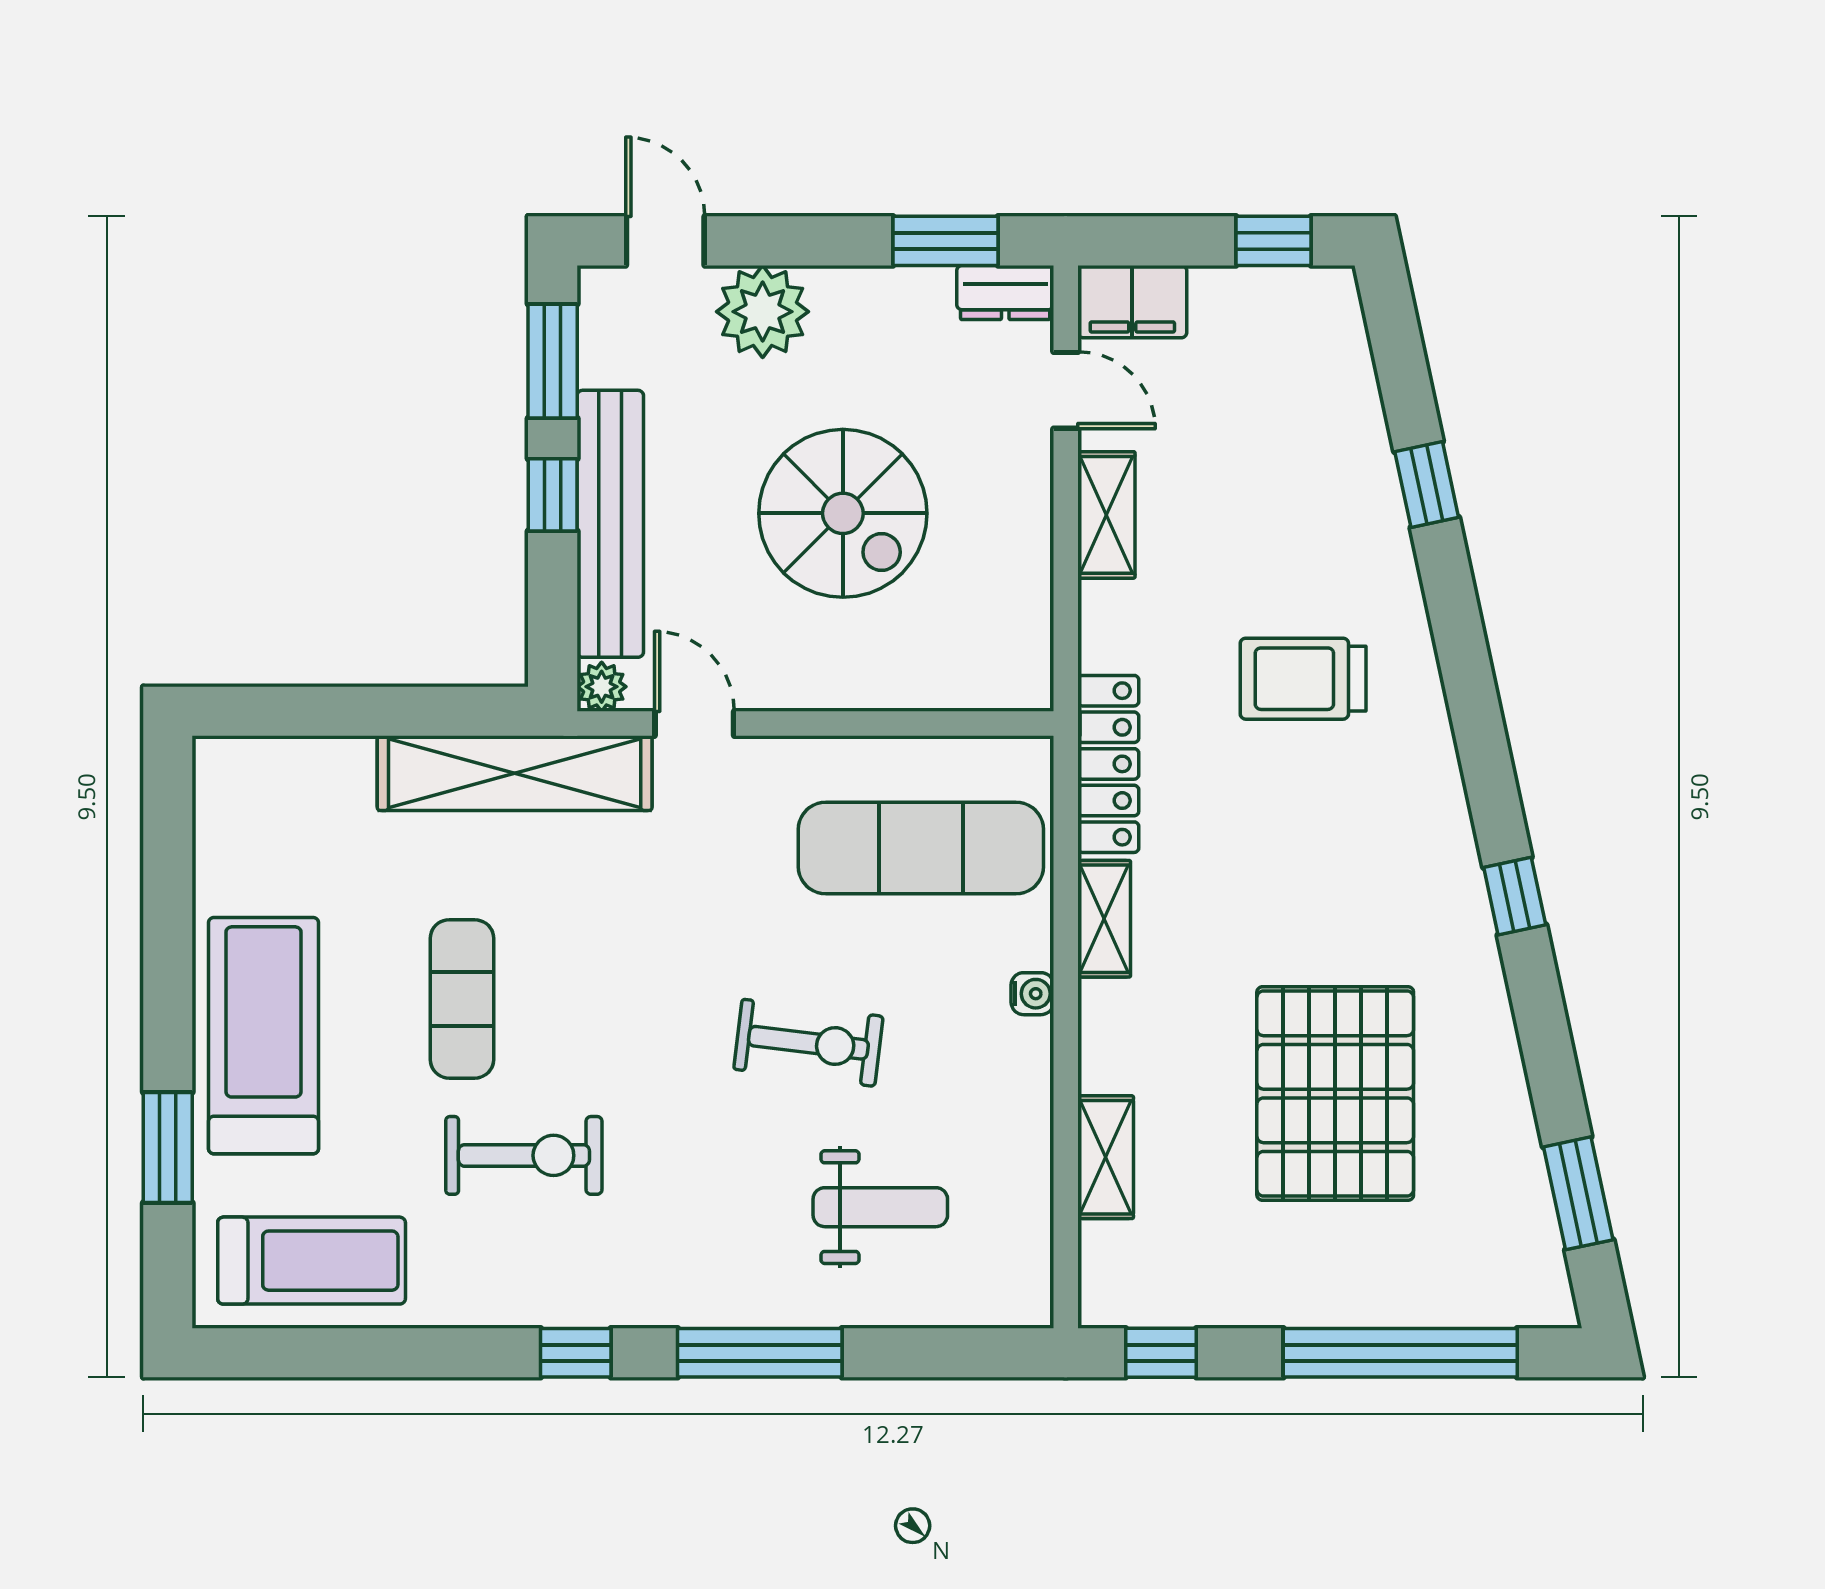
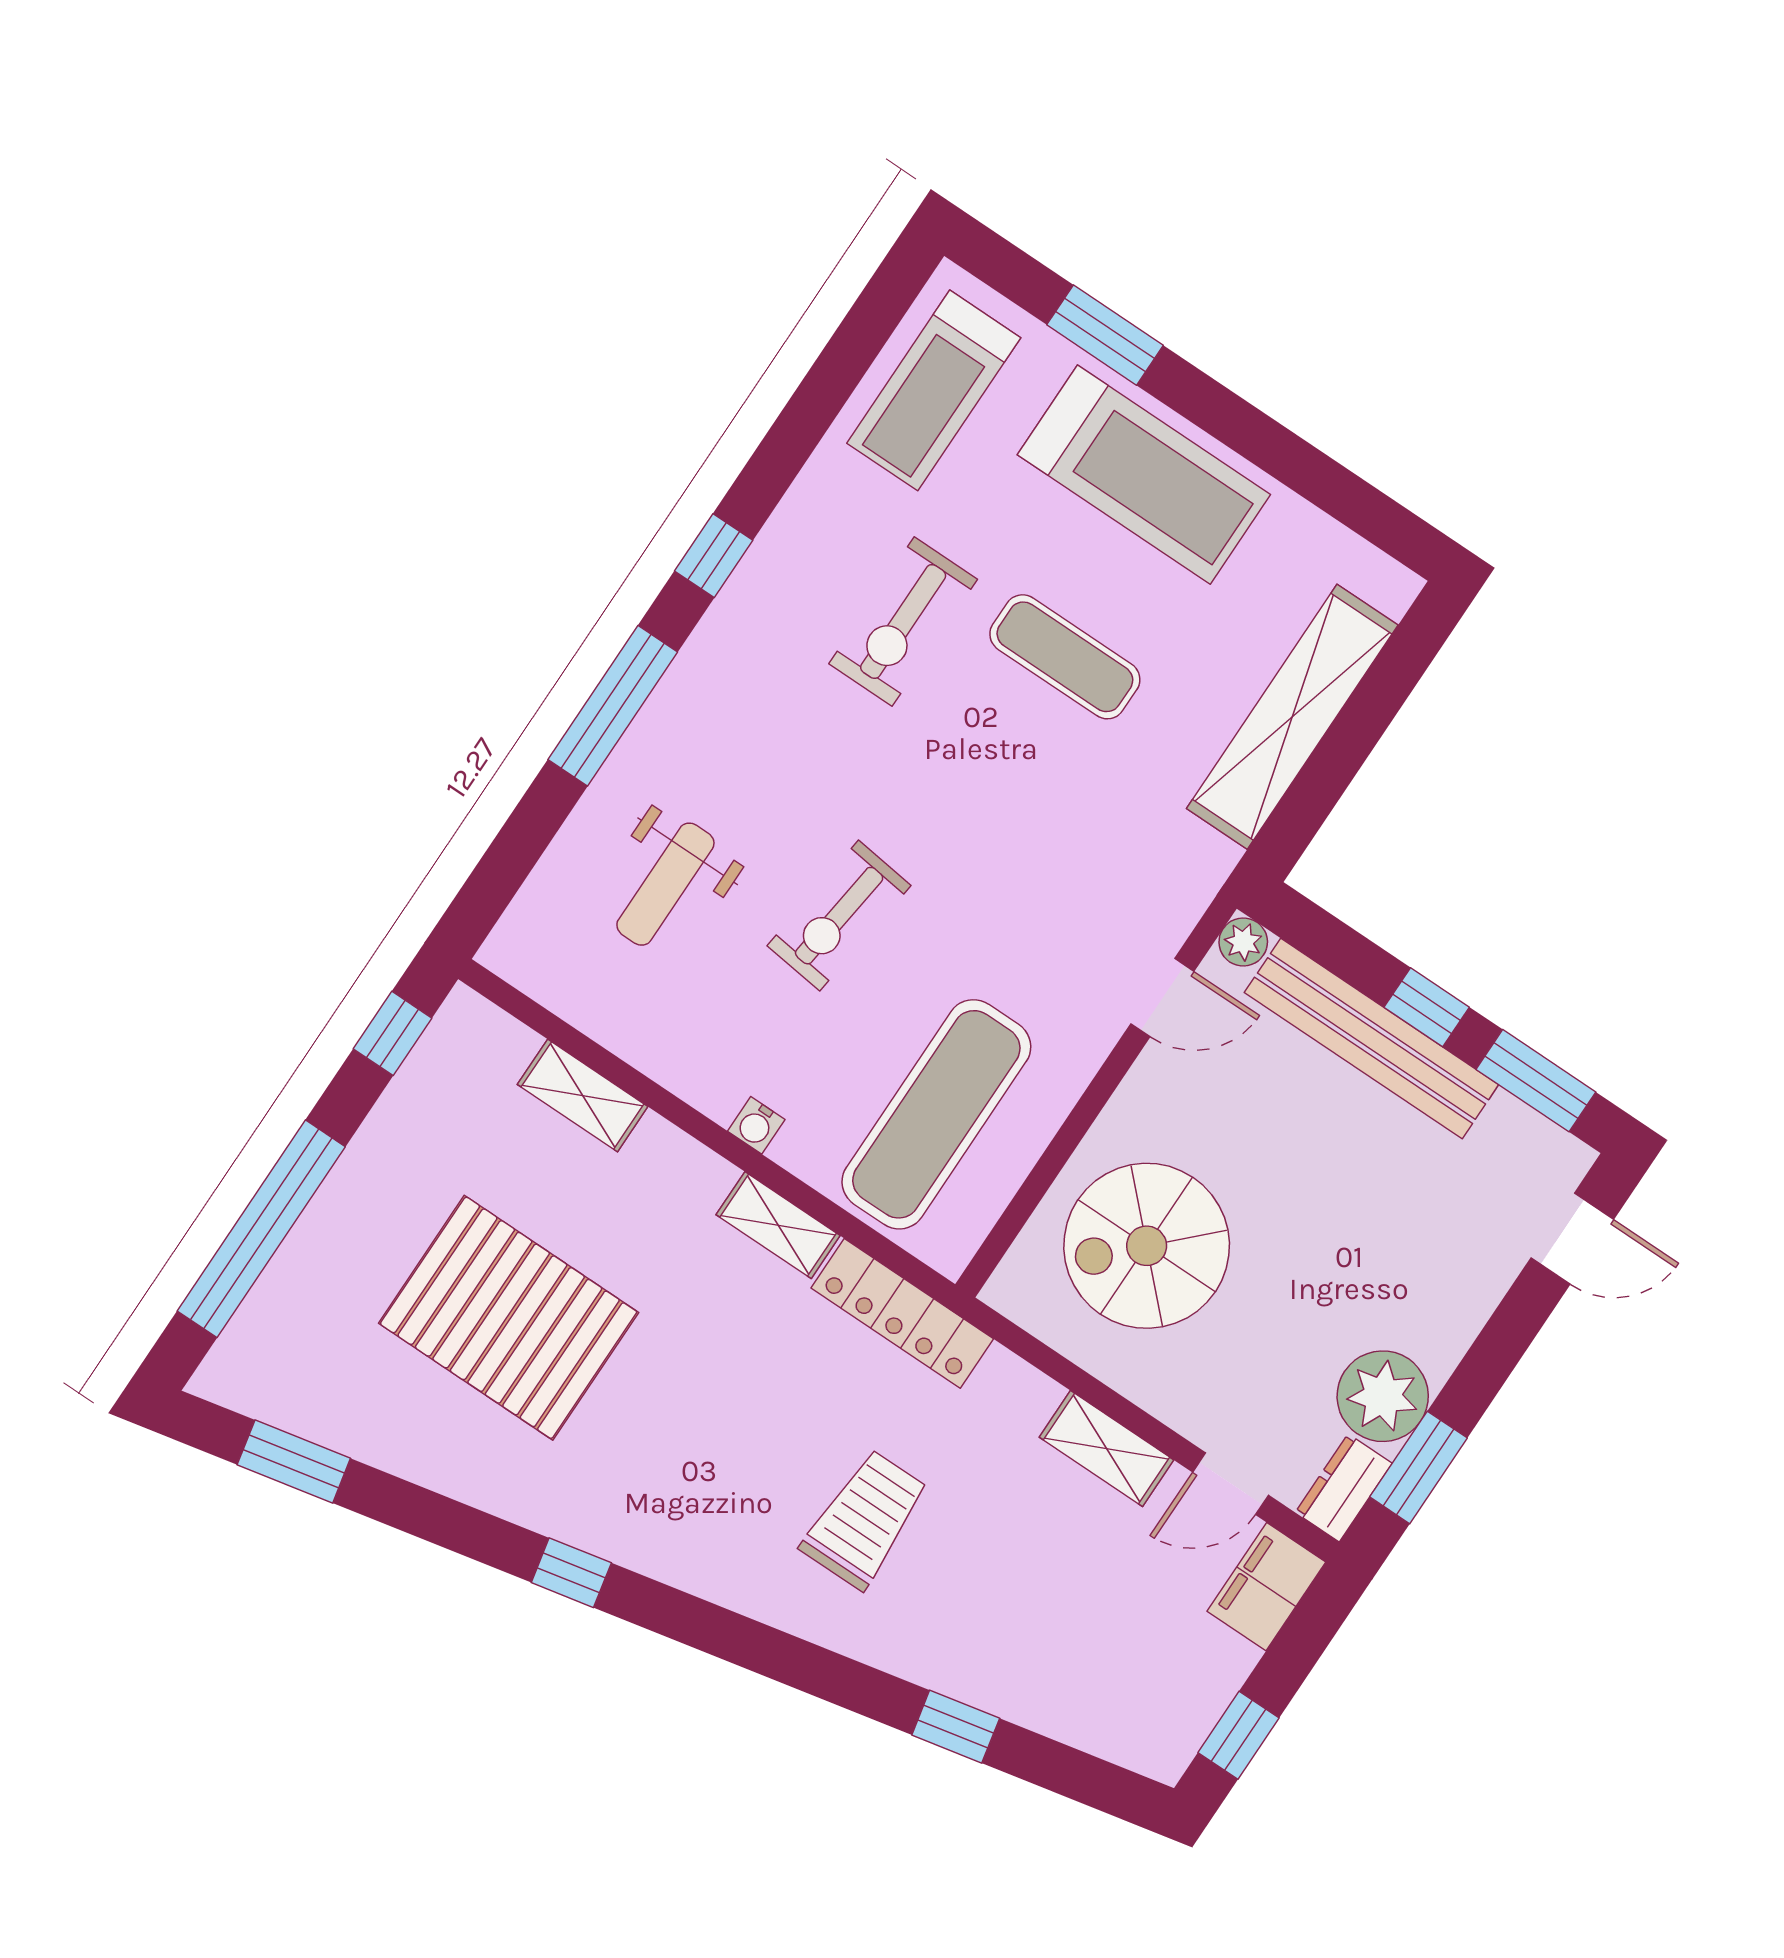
plant: (763, 312) -> (1383, 1396), moved
spiral stairs: (843, 513) -> (1147, 1246), moved
shelving: (515, 773) -> (1292, 717), moved

